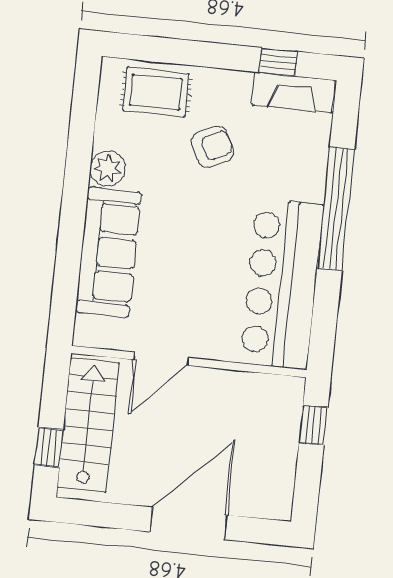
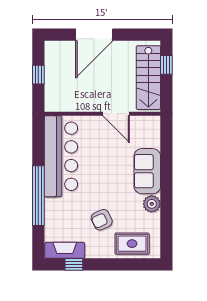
sofa: (108, 252) -> (147, 171), width x0.73
door: (161, 359) -> (116, 114), swing flipped
window: (313, 425) -> (38, 75), moved

